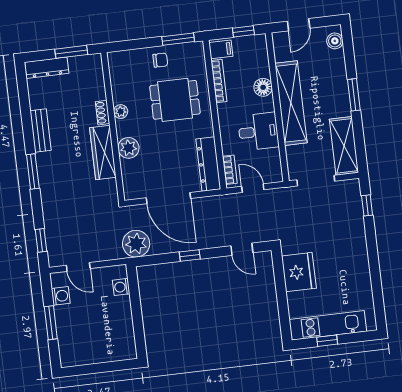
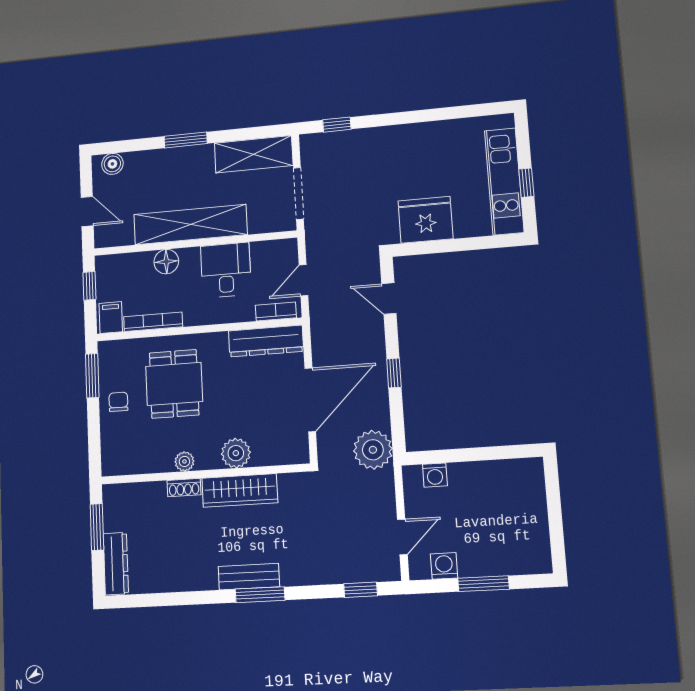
bench: (41, 131) -> (249, 577), moved
door: (242, 249) -> (389, 299), swing flipped

